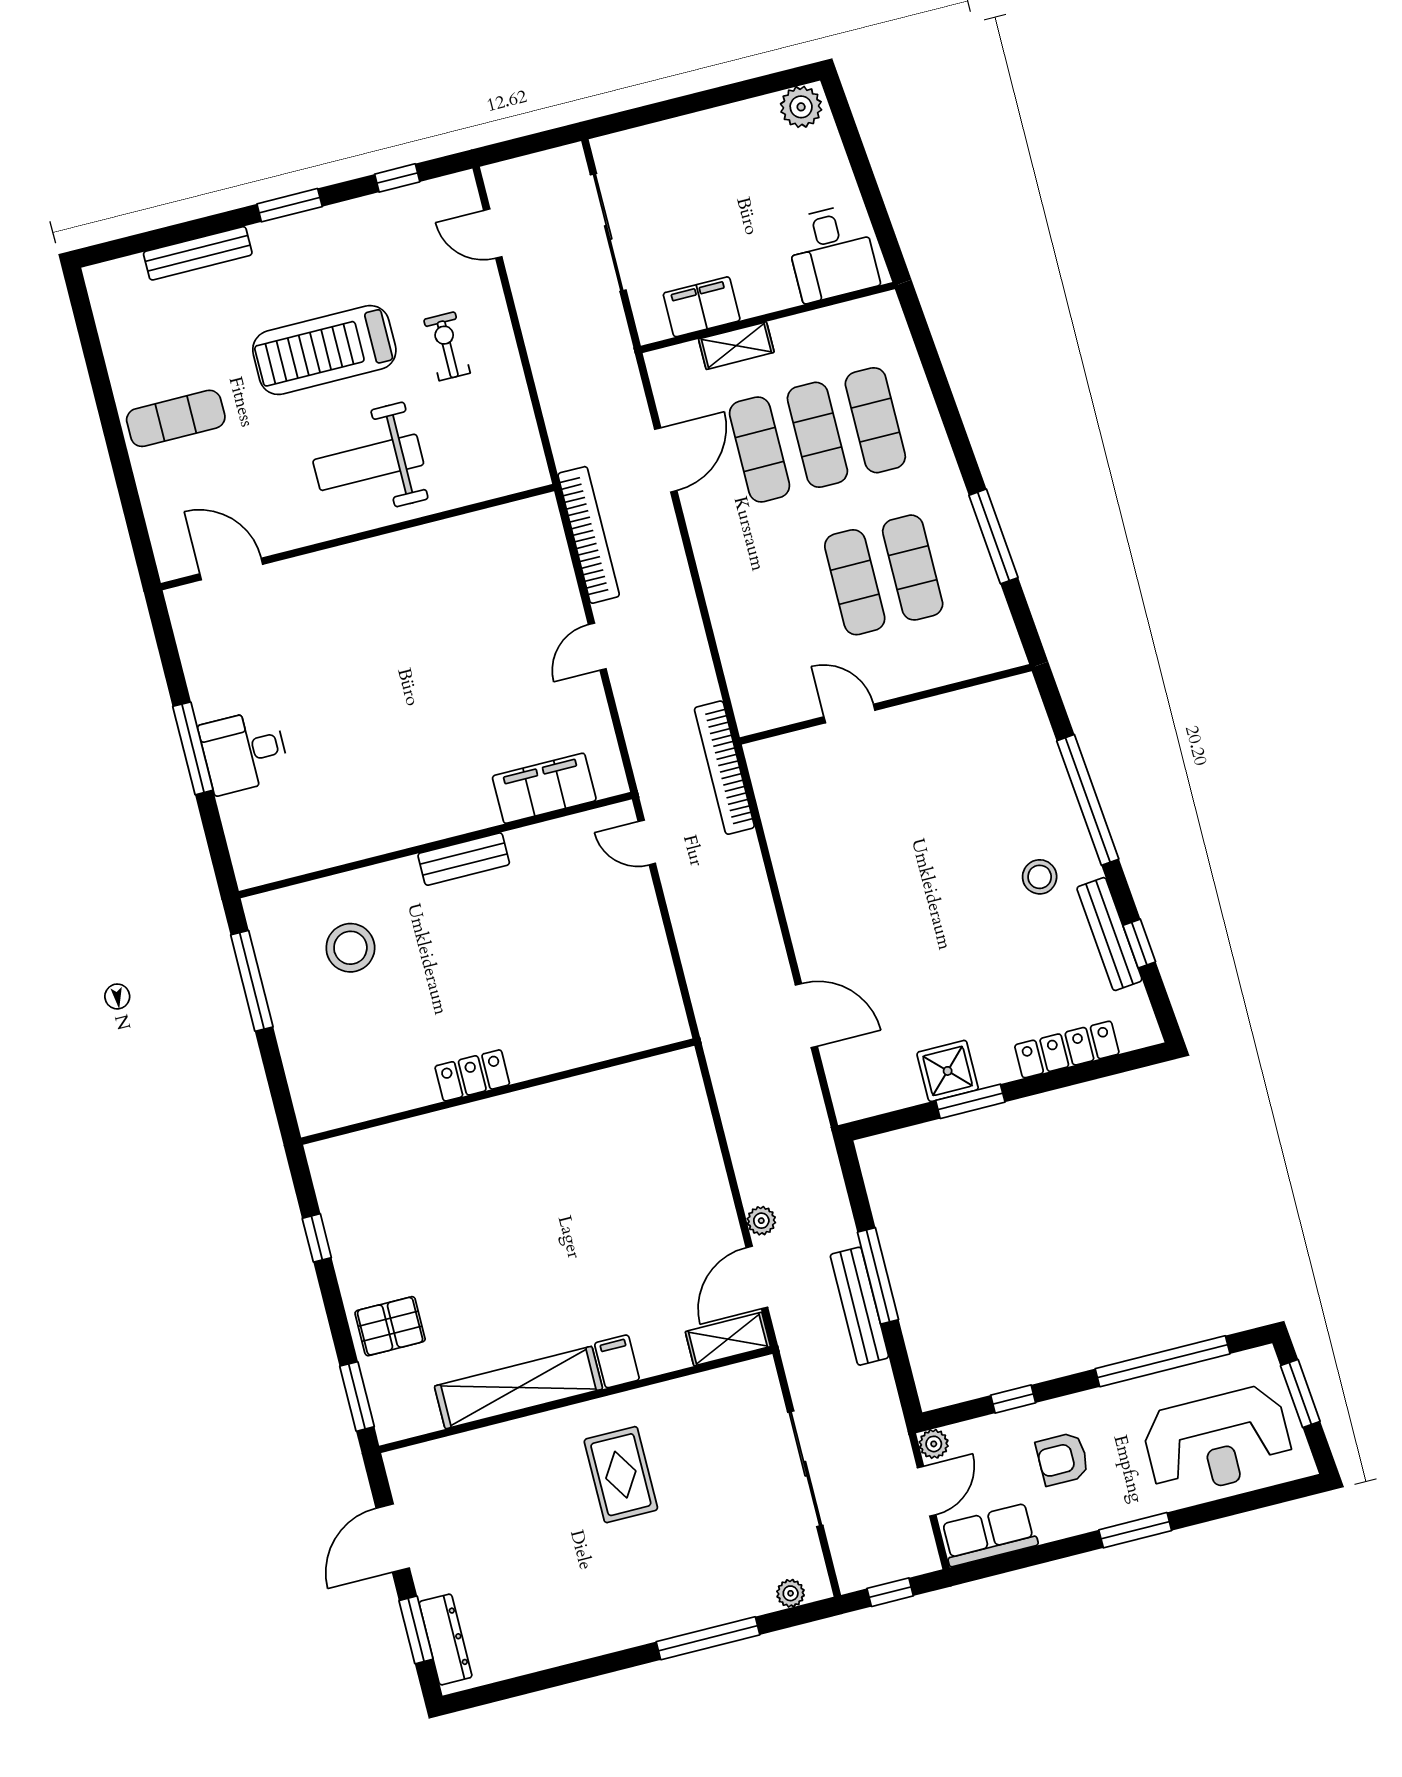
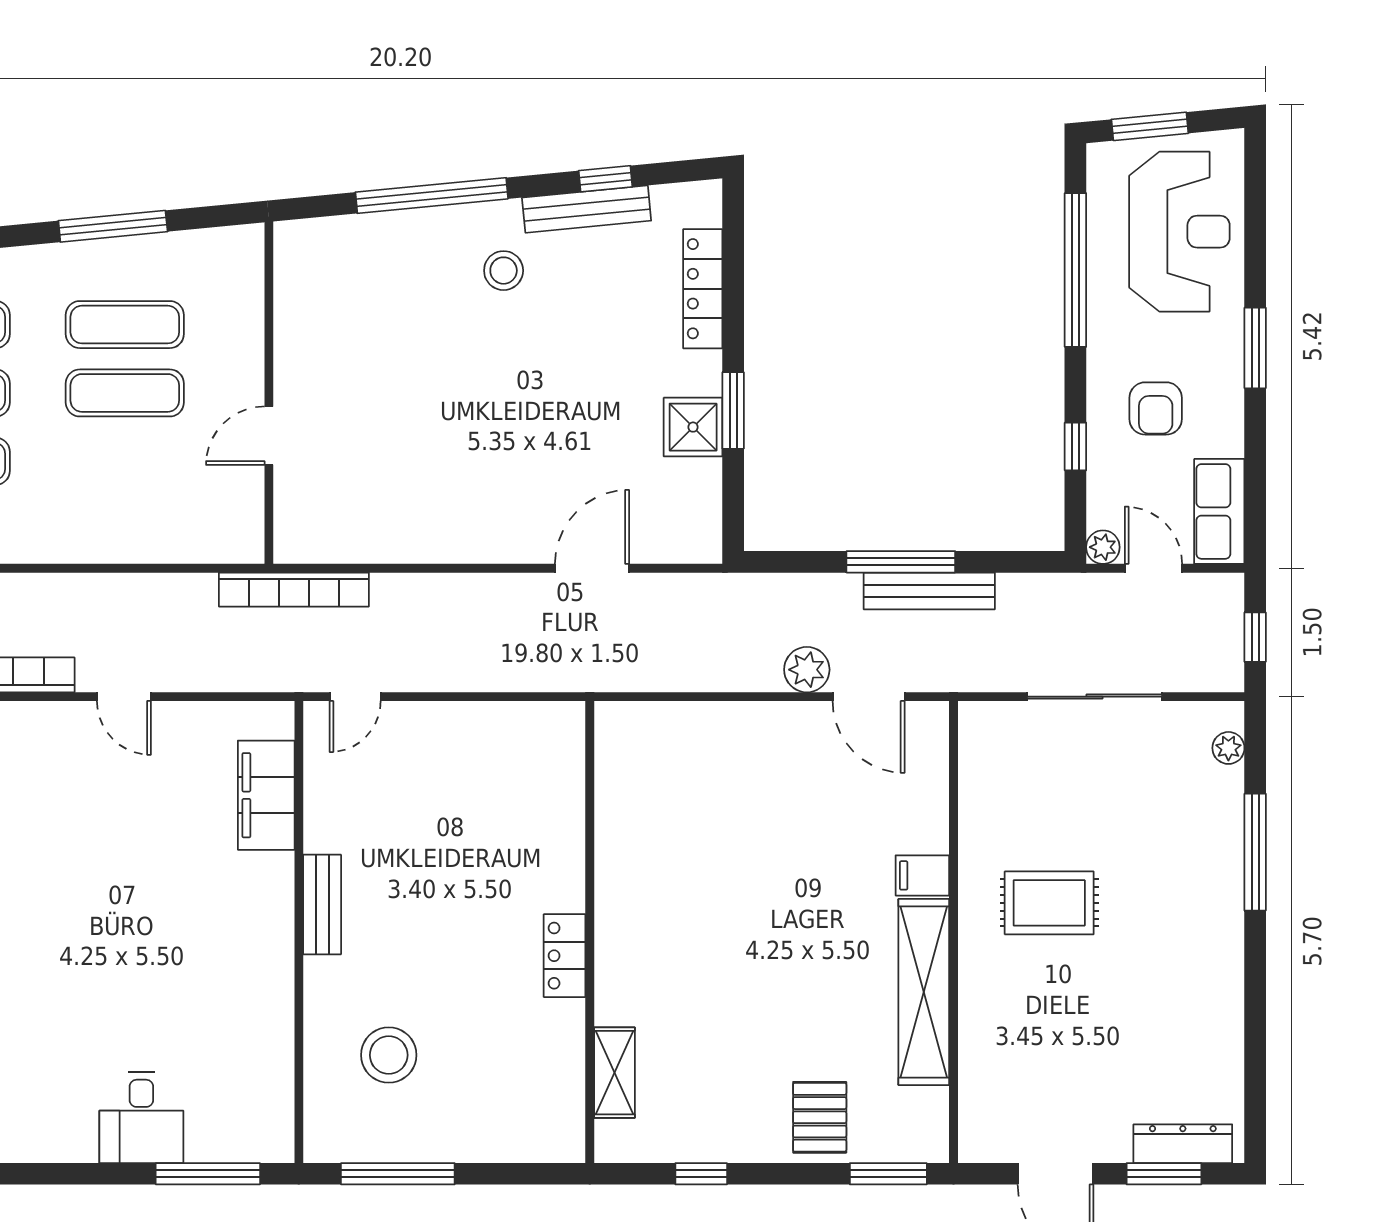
window: (193, 748) -> (208, 1174), moved
plant: (761, 1221) -> (807, 670), width x1.38, depth x1.38
shelving: (728, 1339) -> (614, 1073), moved

